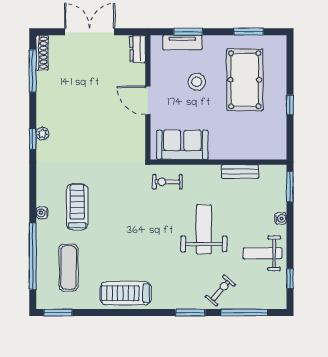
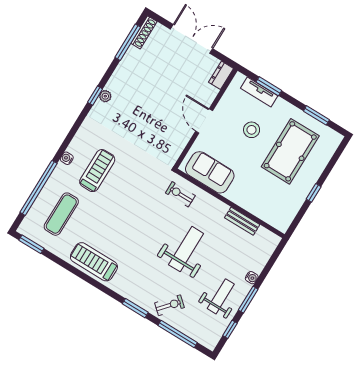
window: (290, 187) -> (248, 300), moved
weight bench: (263, 253) -> (221, 296), turned 90

